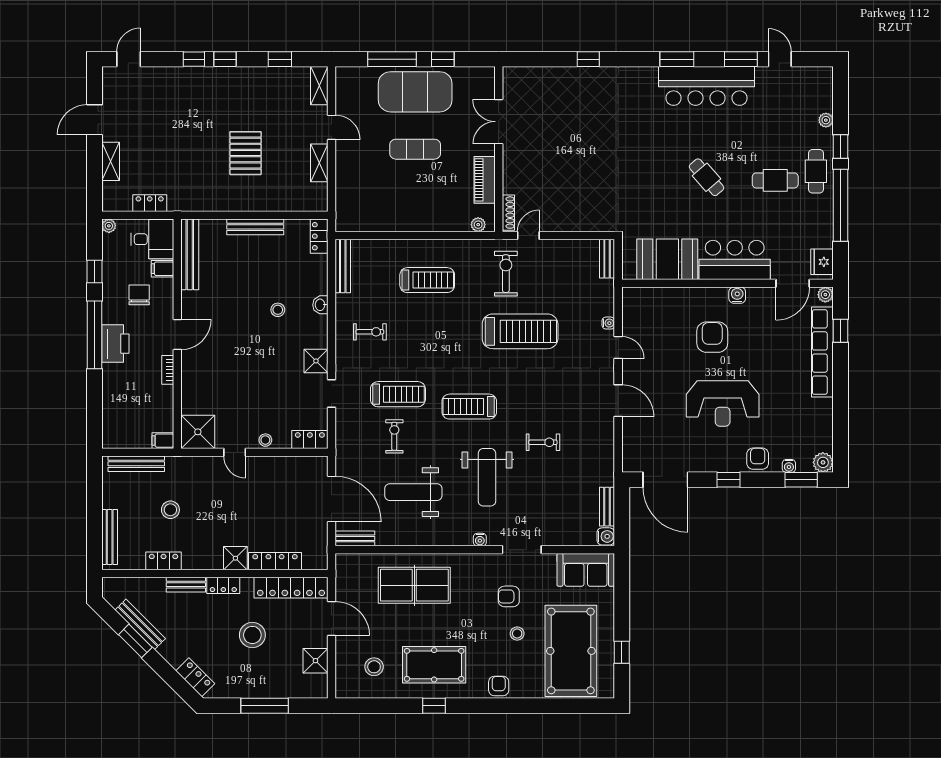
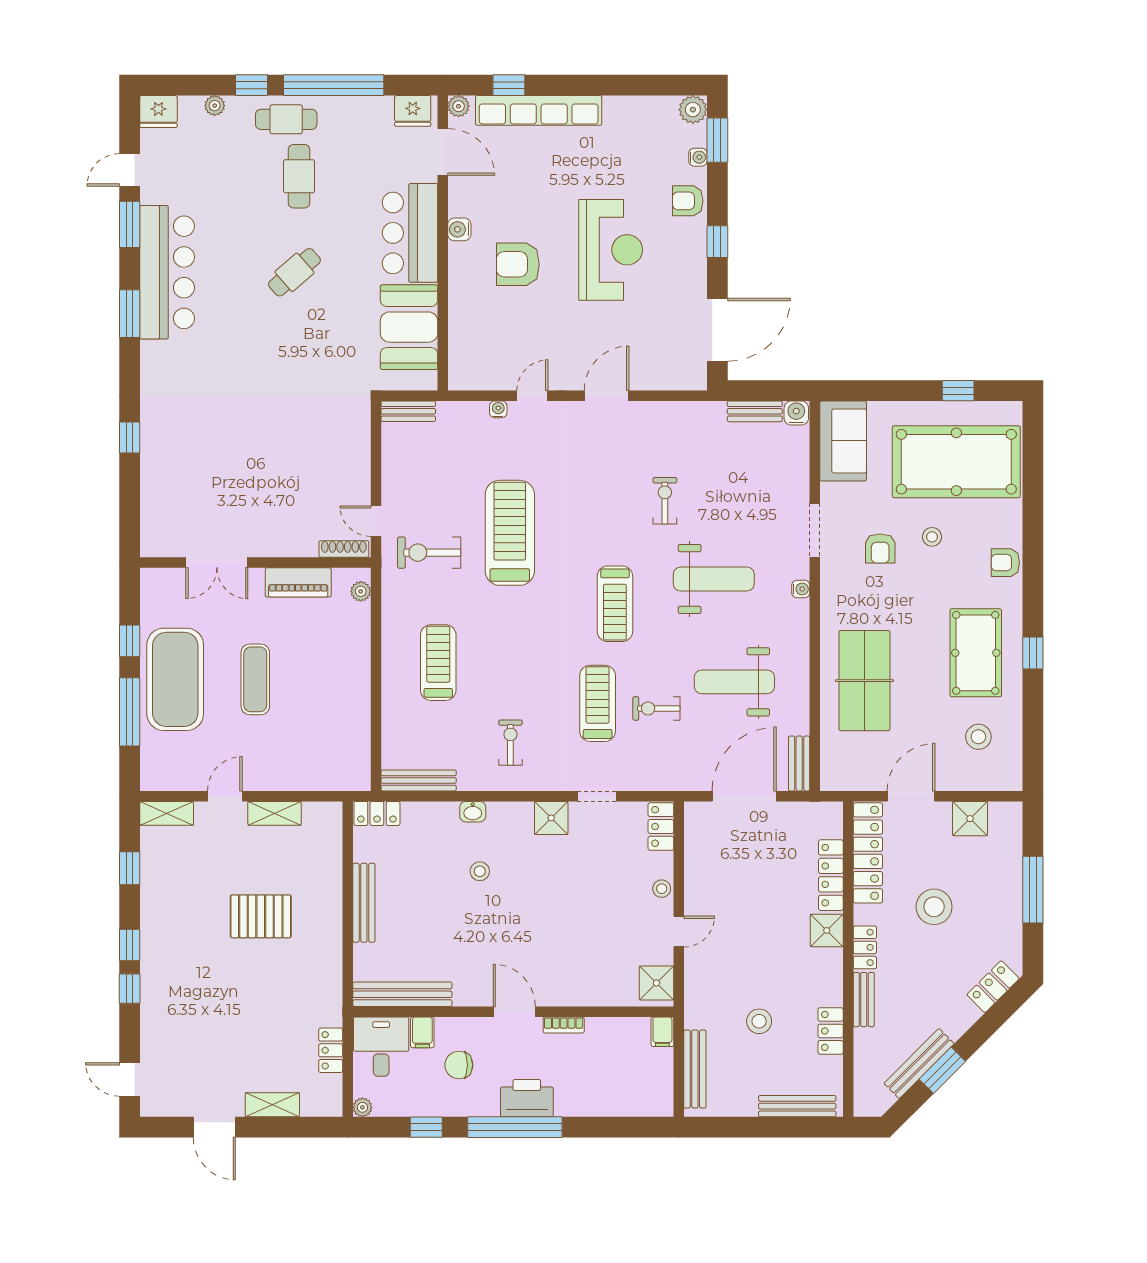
fridge: (822, 80) -> (158, 111), added
shower: (198, 432) -> (656, 983), width x0.73, depth x0.73
weight bench: (413, 492) -> (734, 682), turned 90

